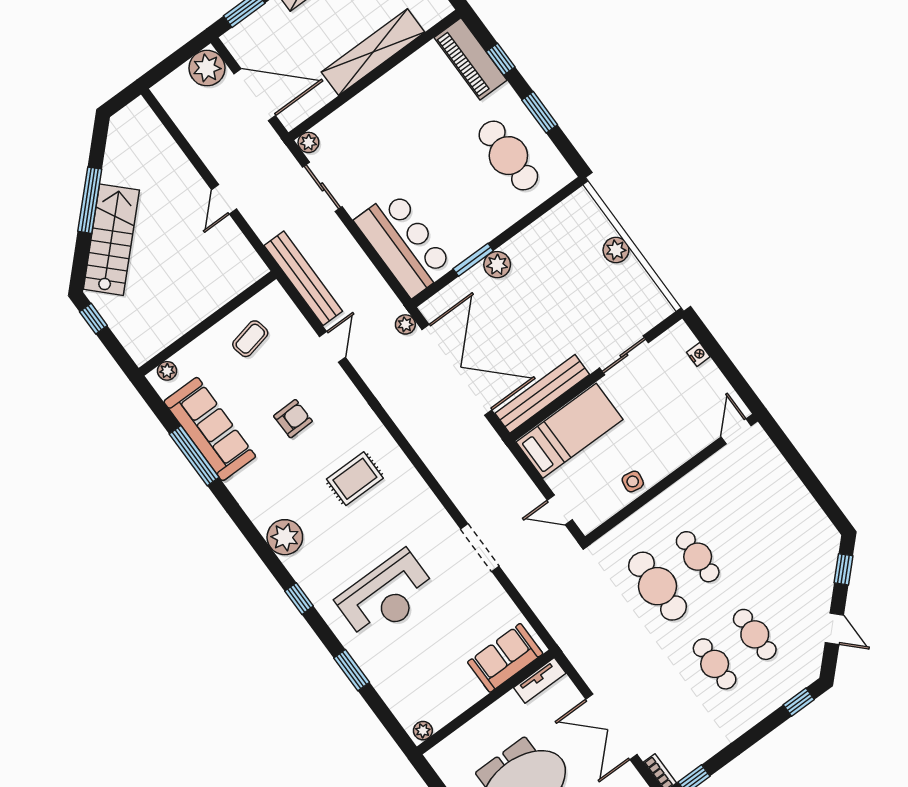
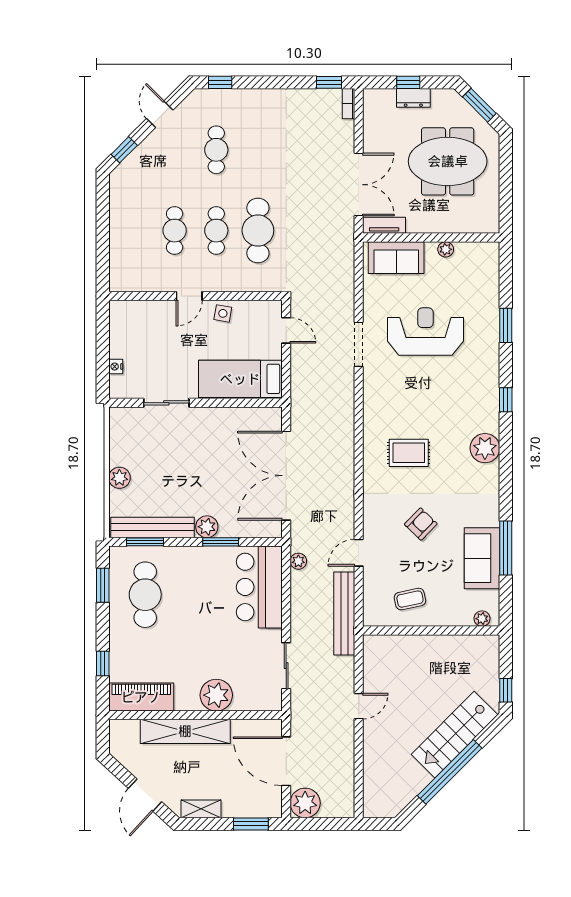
piano: (471, 59) -> (141, 697), moved, turned -90
window: (540, 112) -> (103, 585), moved
plant: (308, 142) -> (216, 695), moved, width x1.87, depth x1.87
window: (90, 200) -> (450, 772), width x1.46
window: (546, 206) -> (145, 542), added
plant: (405, 324) -> (298, 561), moved
bench: (542, 394) -> (153, 527), moved
armchair: (293, 419) -> (421, 524), turned 135
sofa: (210, 429) -> (482, 558), width x0.73
door: (736, 431) -> (189, 296), moved
reception desk: (386, 596) -> (425, 332), moved
cafe table: (715, 664) -> (175, 231), moved
double door: (611, 727) -> (359, 185), moved
plant: (423, 731) -> (446, 249), moved

